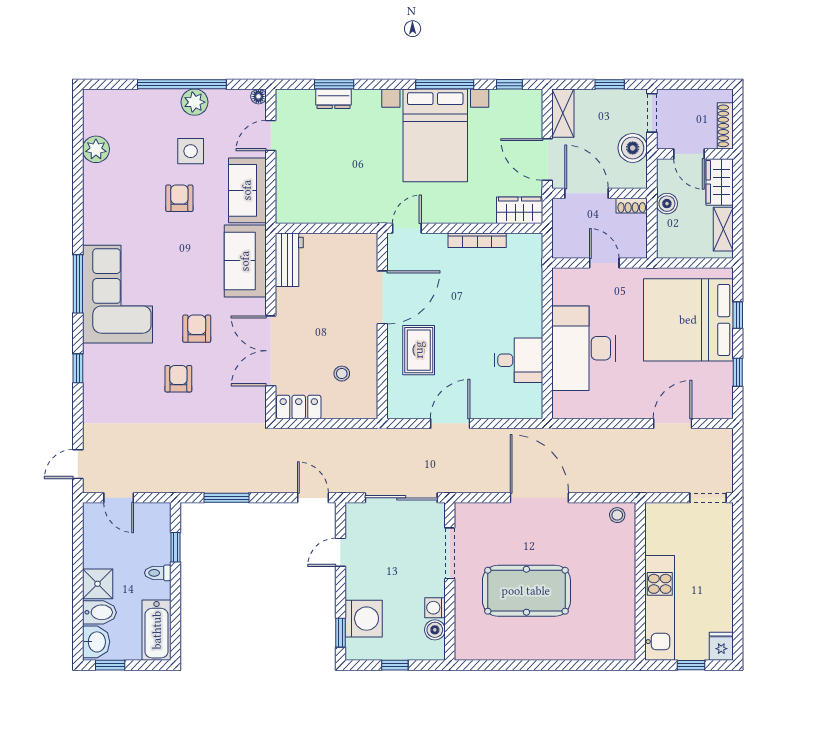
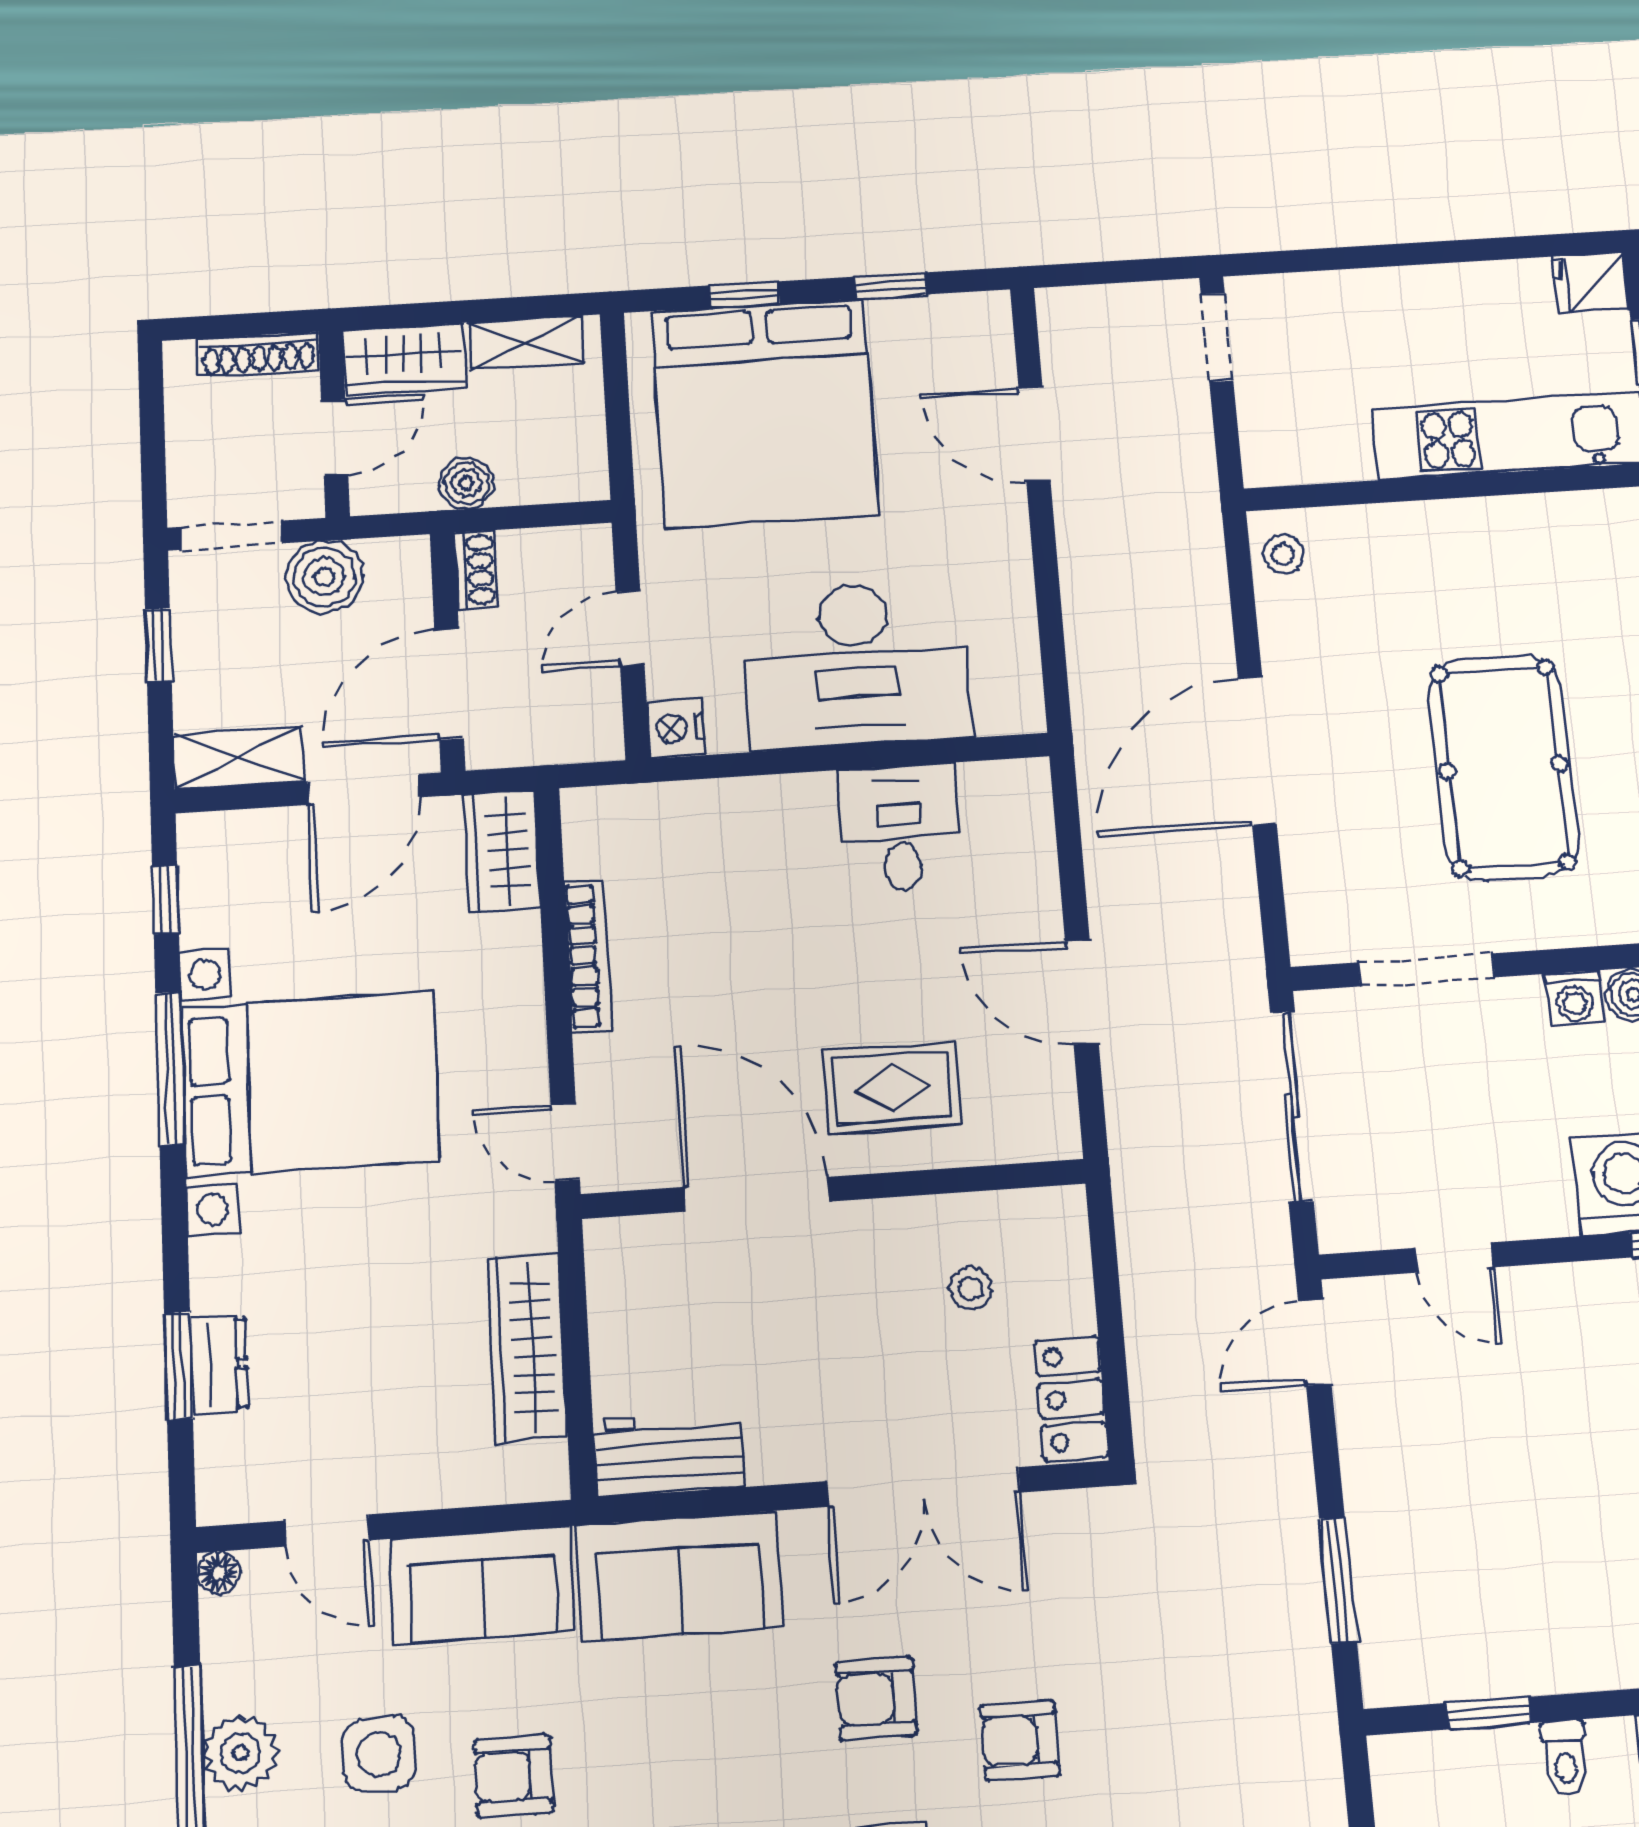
wardrobe: (332, 211) -> (527, 1348), added
nightstand: (563, 278) -> (676, 728), added

